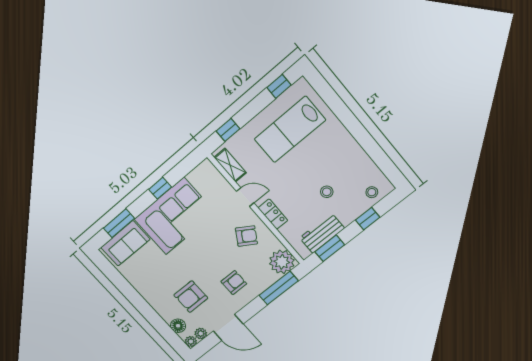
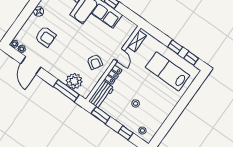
window: (228, 130) -> (175, 47), moved
workbench: (322, 233) -> (101, 95), moved, turned 90
plant: (282, 262) -> (74, 81), moved
armchair: (234, 283) -> (62, 62), removed
armchair: (191, 297) -> (45, 37), turned 180
floor lamp: (178, 326) -> (39, 11), moved

